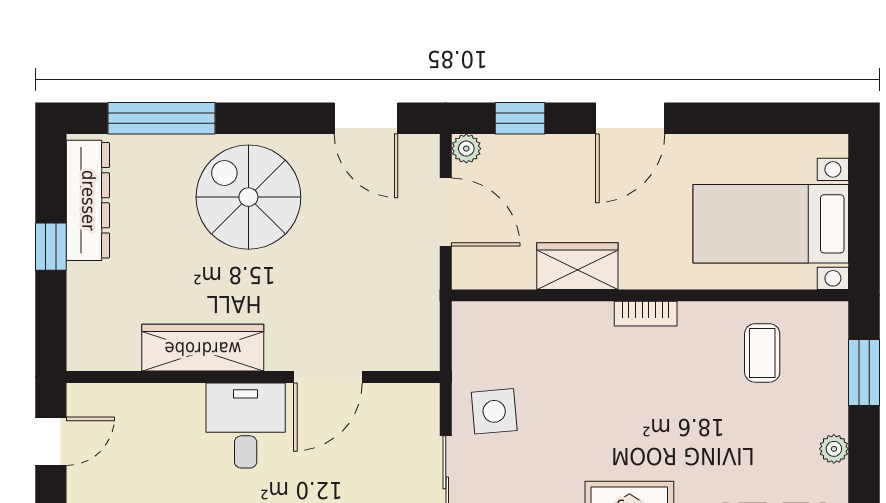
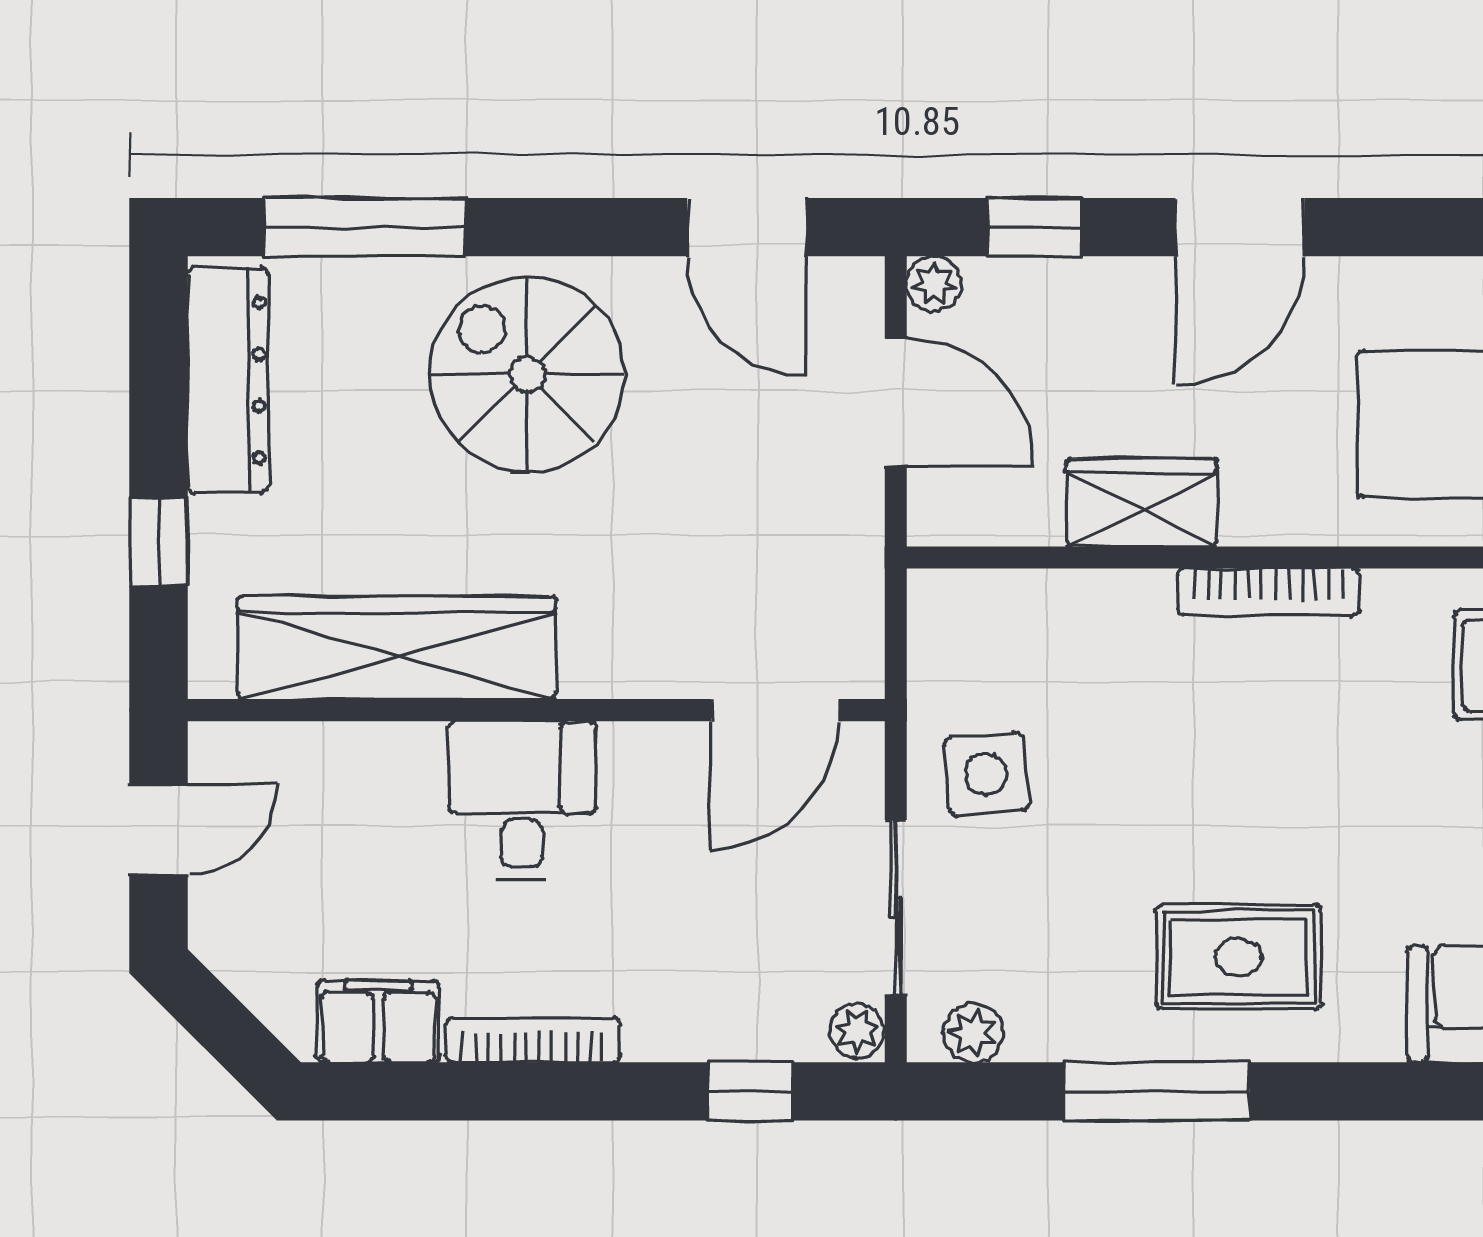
window: (51, 247) -> (159, 542), moved
bookcase: (646, 314) -> (1269, 592), width x1.56
wardrobe: (203, 348) -> (397, 648), width x1.40, depth x1.17
door: (328, 377) -> (775, 710), moved

